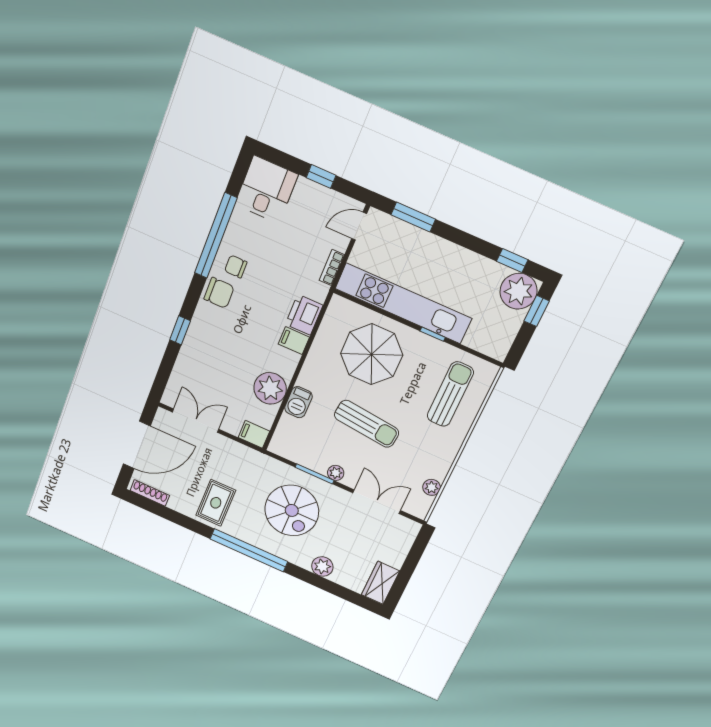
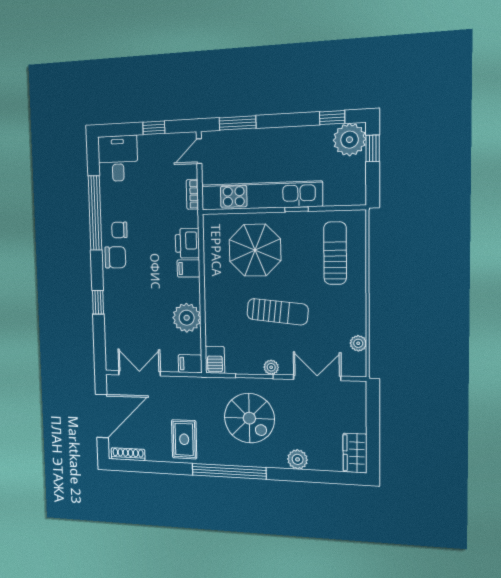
barbecue: (298, 402) -> (215, 360), moved

